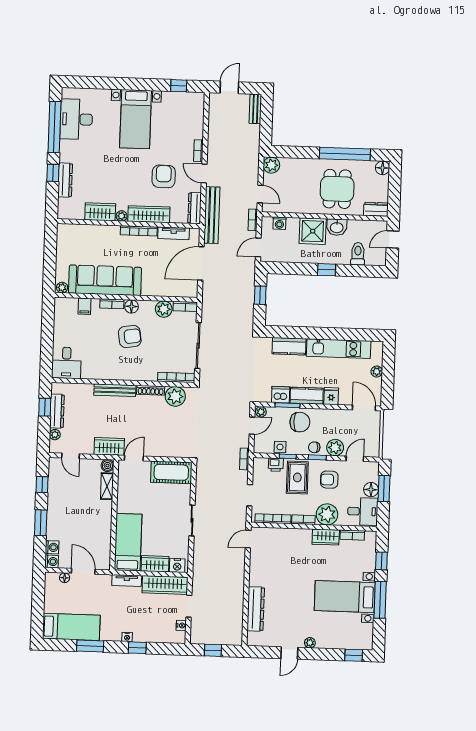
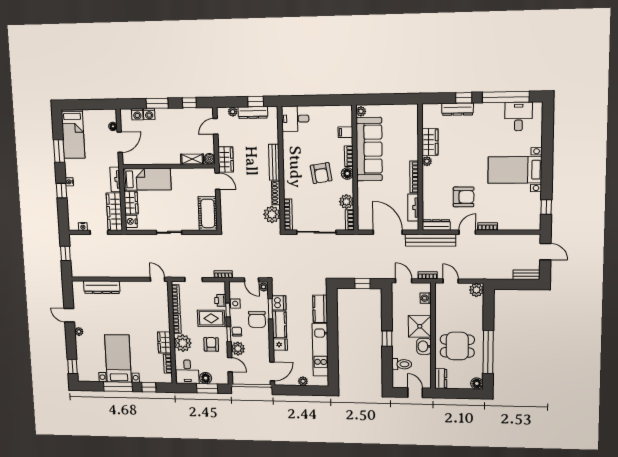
desk: (76, 119) -> (519, 116), width x0.73
door: (260, 194) -> (451, 281), swing flipped
wardrobe: (149, 214) -> (429, 185), removed
washing machine: (52, 562) -> (149, 114), moved

